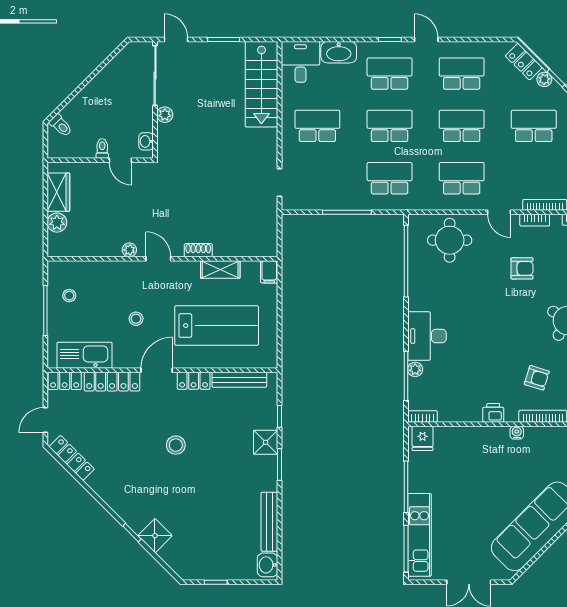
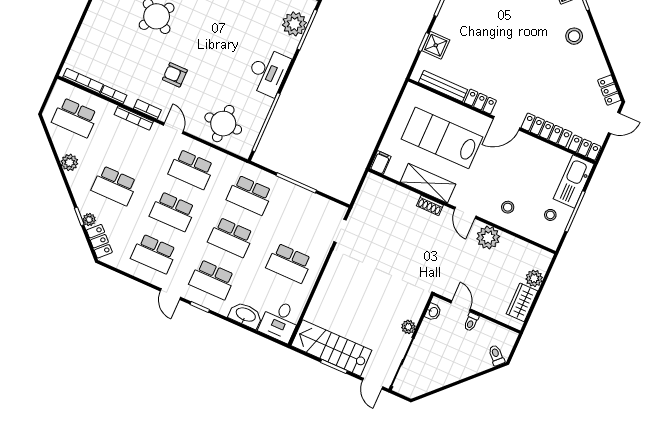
stairs: (261, 84) -> (331, 348), moved, turned -90
plant: (129, 250) -> (488, 238), width x1.88, depth x1.88
shelving: (220, 269) -> (428, 183), width x1.50, depth x1.33
stool: (136, 319) -> (508, 207), moved
desk: (427, 336) -> (268, 72), moved
kitchen sink: (85, 355) -> (574, 181), moved, turned 90
plant: (415, 369) -> (294, 24), width x1.88, depth x1.88
shower: (266, 442) -> (436, 45), moved
stool: (176, 445) -> (574, 36), moved
locker: (72, 458) -> (609, 90), width x0.66

